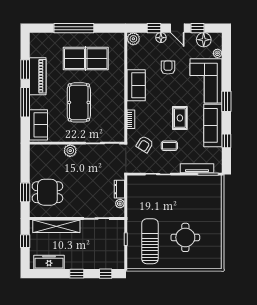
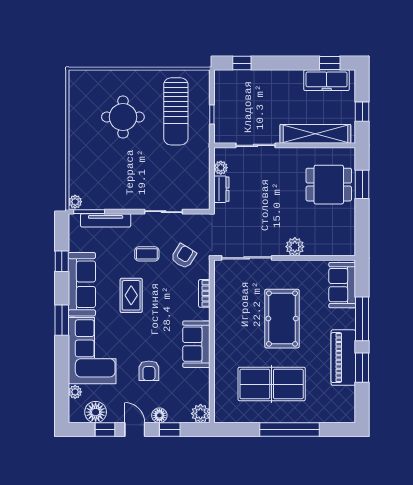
plant: (217, 181) -> (75, 202), added
window: (77, 274) -> (330, 63), moved

